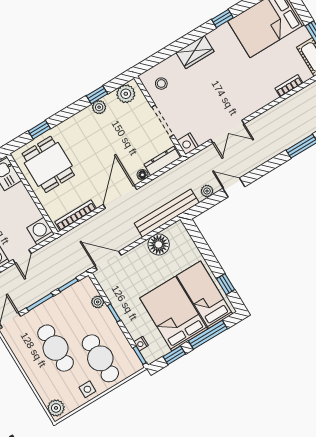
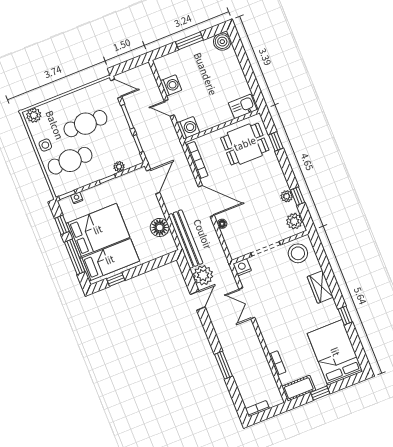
stool: (161, 84) -> (298, 253), width x1.89, depth x1.89
dresser: (162, 161) -> (231, 243), removed
plant: (207, 191) -> (203, 275), width x1.88, depth x1.88

